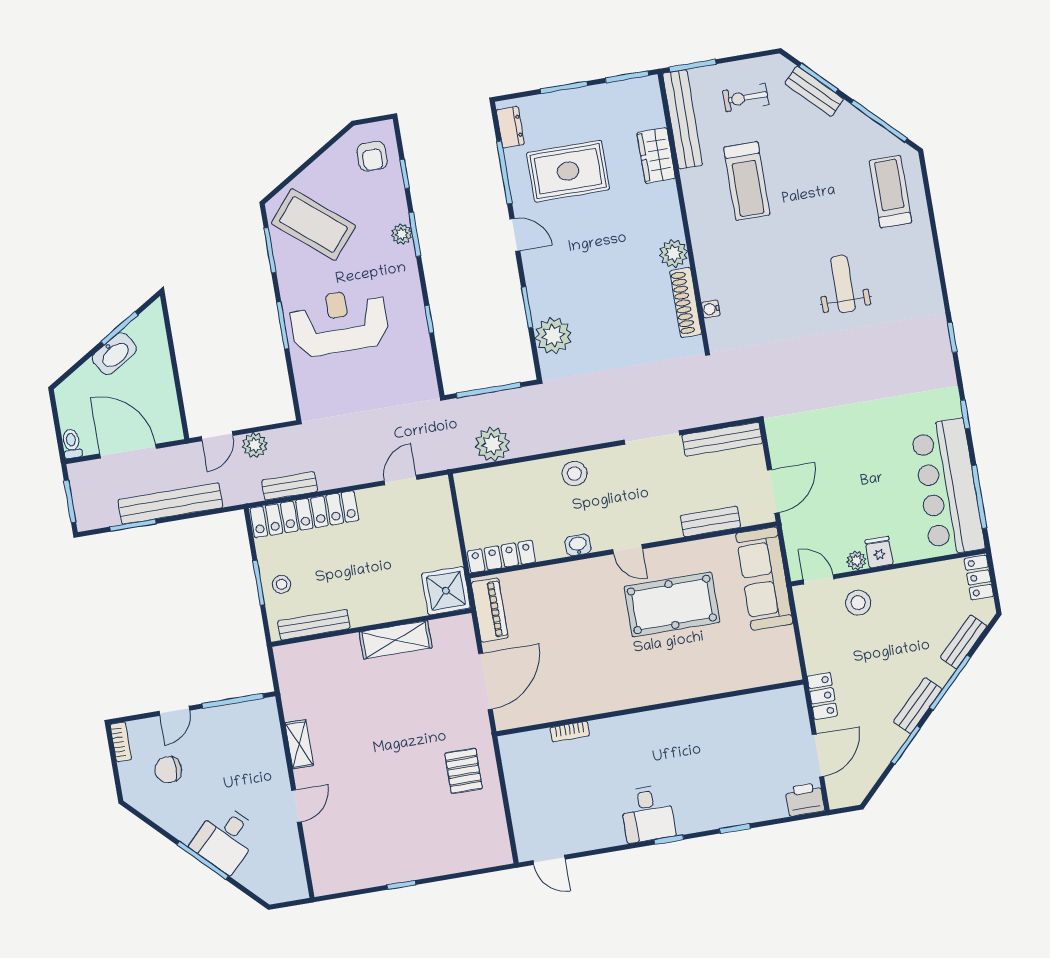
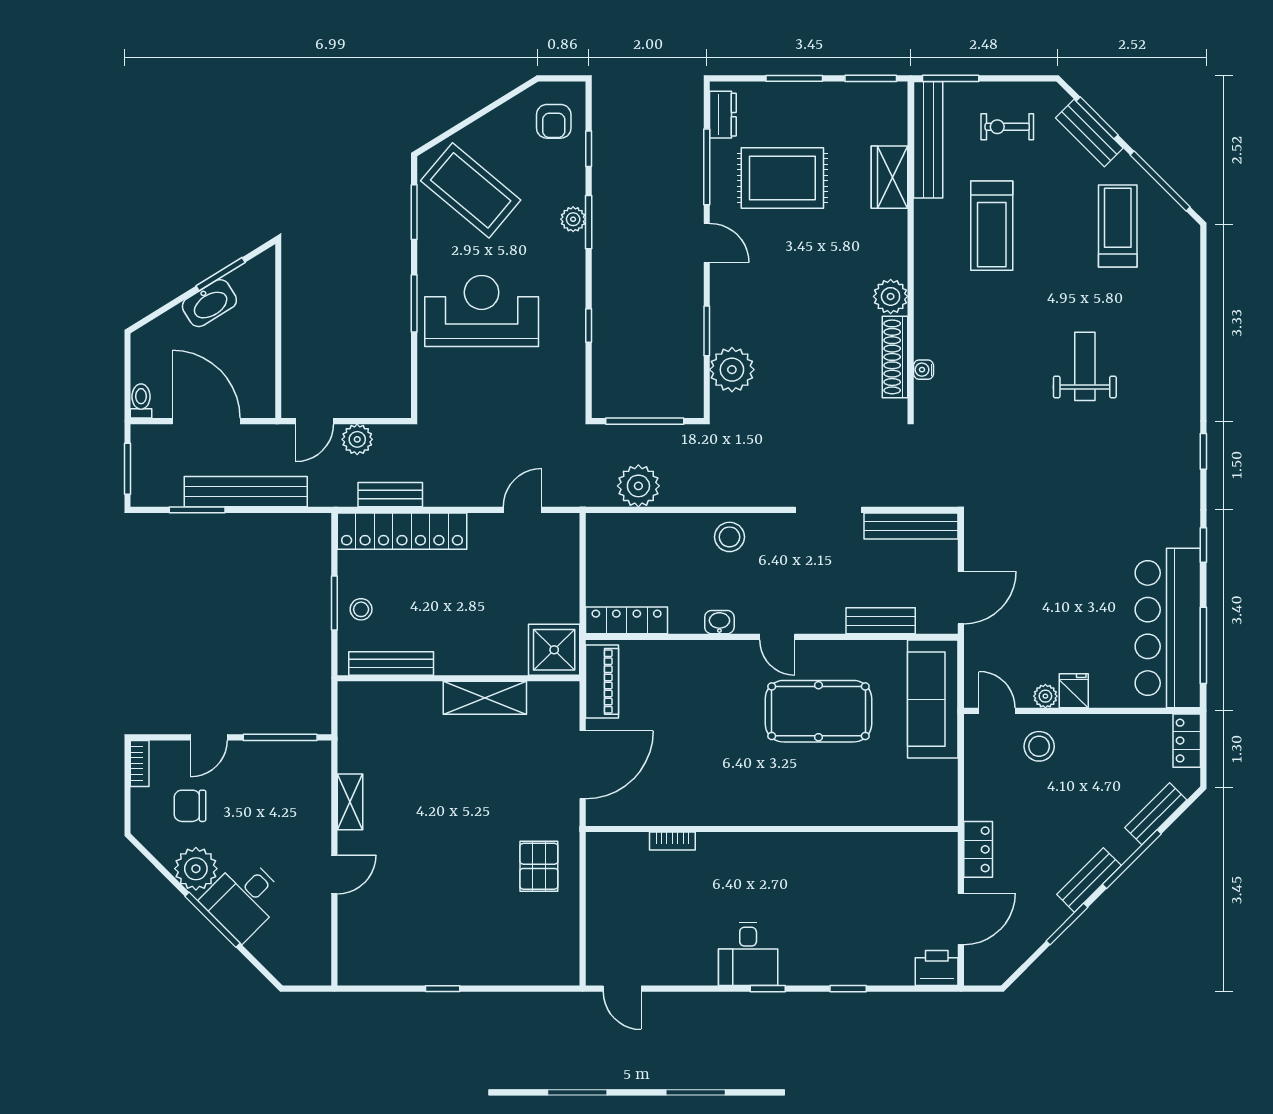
treadmill: (890, 192) -> (1118, 226), moved
plant: (182, 821) -> (196, 869), added

